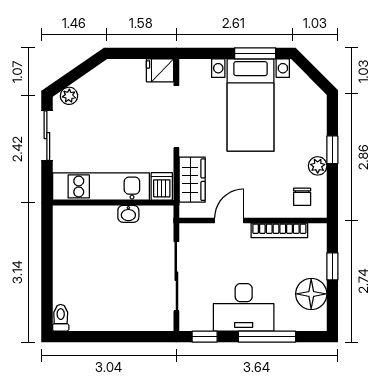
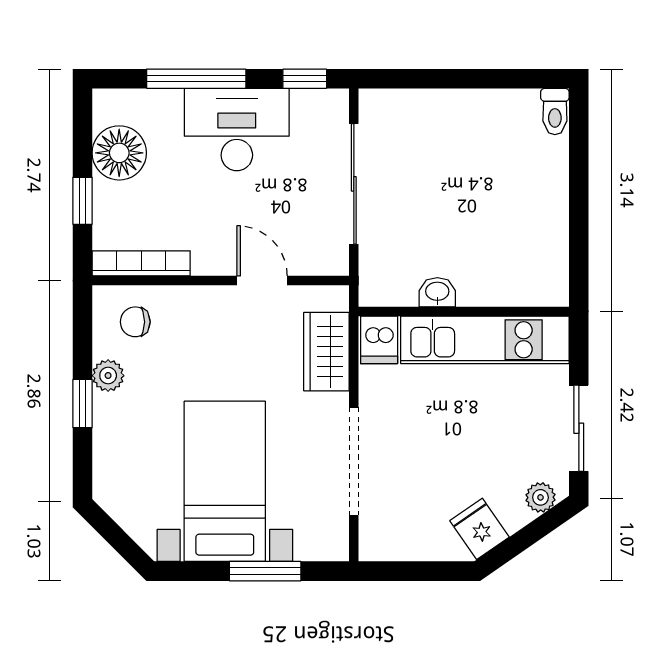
window: (255, 53) -> (265, 571), moved
fridge: (160, 70) -> (480, 529), moved, turned -125
chair: (302, 197) -> (135, 322), turned -90
door: (229, 221) -> (262, 281), swing flipped
bookcase: (279, 230) -> (141, 263), moved

